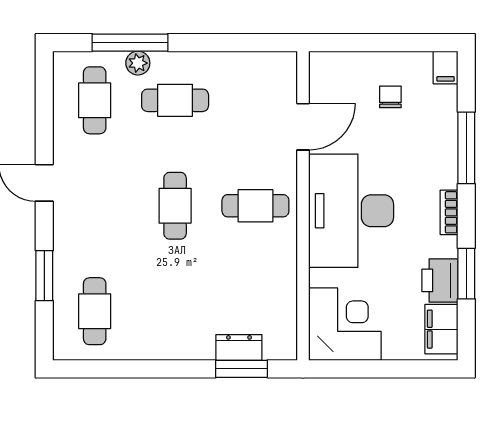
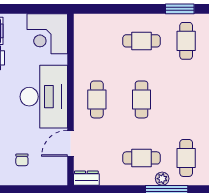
cafe table: (255, 206) -> (97, 99), turned 90
cafe table: (175, 311) -> (142, 41), added
dresser: (239, 348) -> (86, 178), moved, turned 180
window: (241, 369) -> (180, 9), moved

